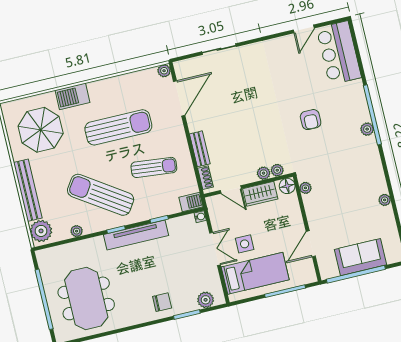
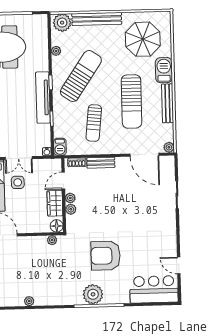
bench: (111, 84) -> (168, 103), added
armchair: (311, 120) -> (106, 256), width x1.88, depth x1.88
plant: (367, 129) -> (93, 294), width x1.88, depth x1.88
plant: (277, 170) -> (70, 198), moved

